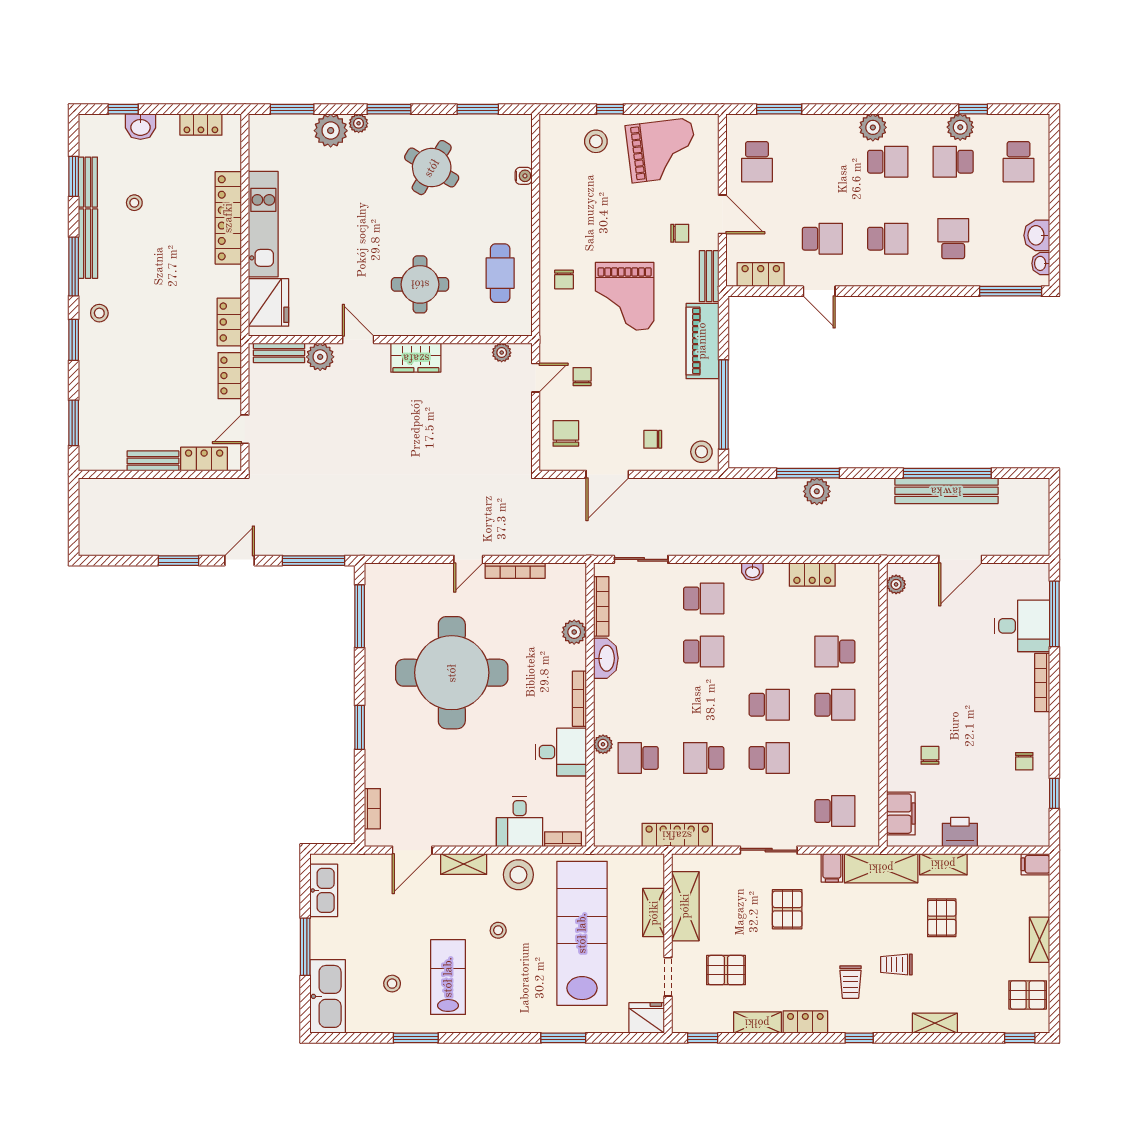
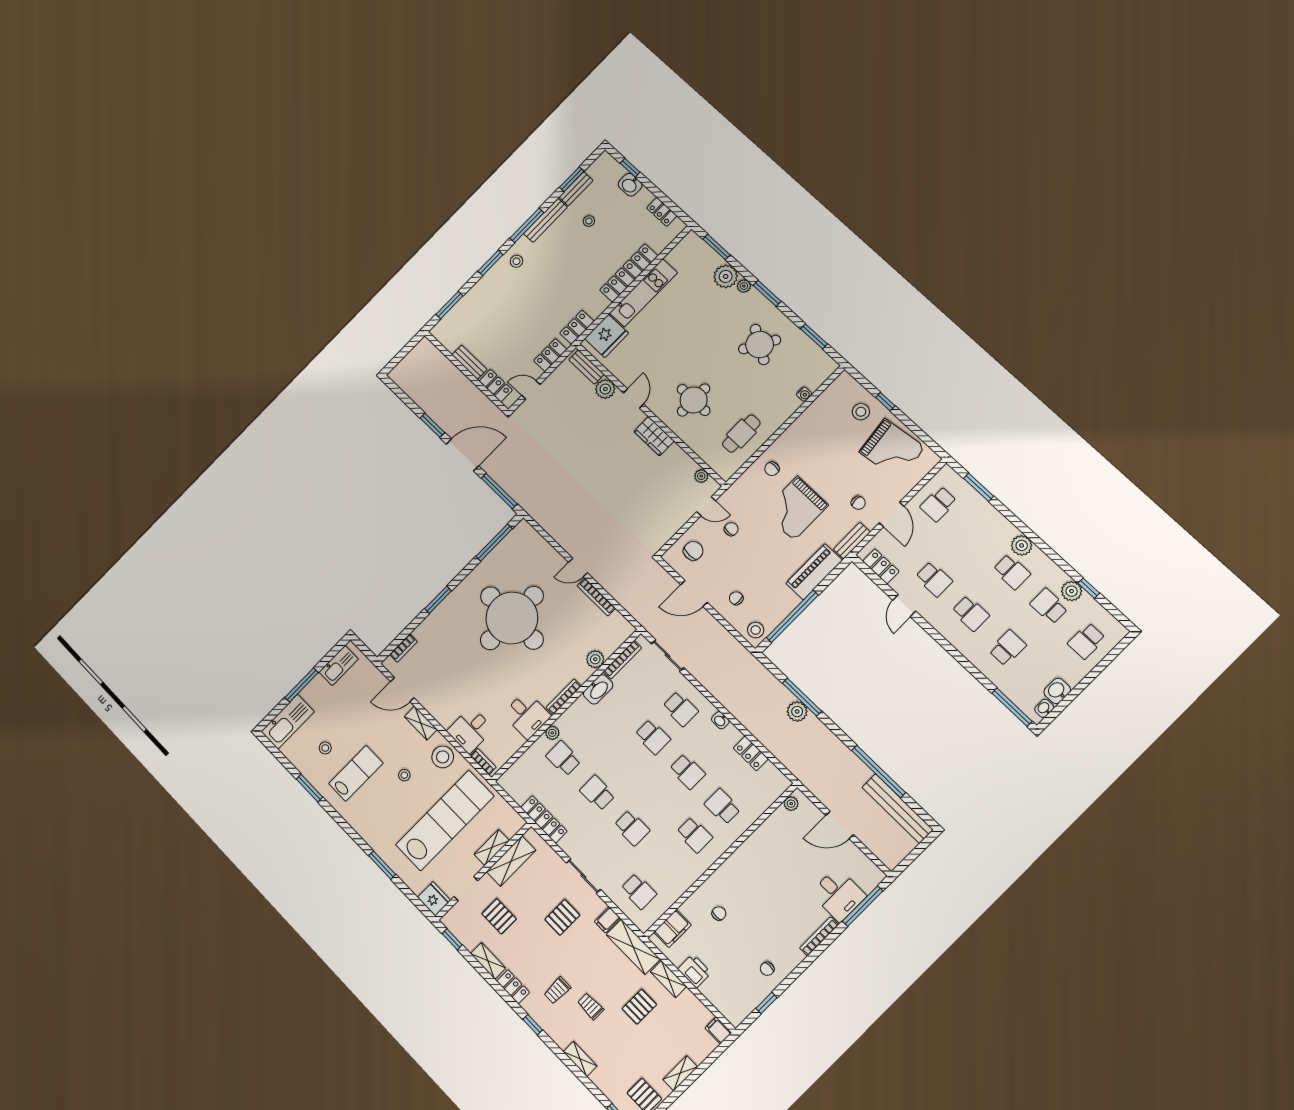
bench: (946, 491) -> (897, 809), moved
door: (240, 561) -> (462, 455), width x1.88
school desk: (769, 705) -> (687, 772), moved

